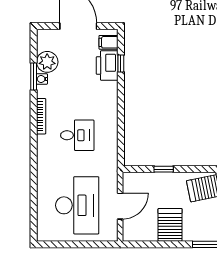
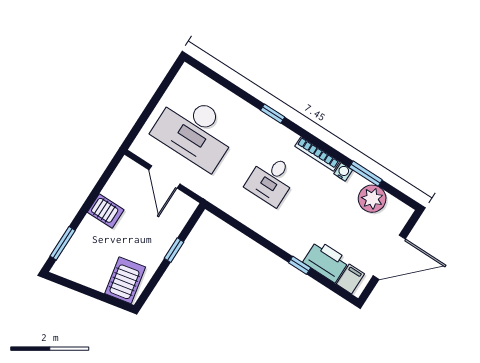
window: (121, 63) -> (300, 265), moved
water cooler: (42, 79) -> (343, 172), moved
window: (34, 162) -> (273, 114), added
server rack: (170, 225) -> (106, 211), width x0.73, depth x0.70

